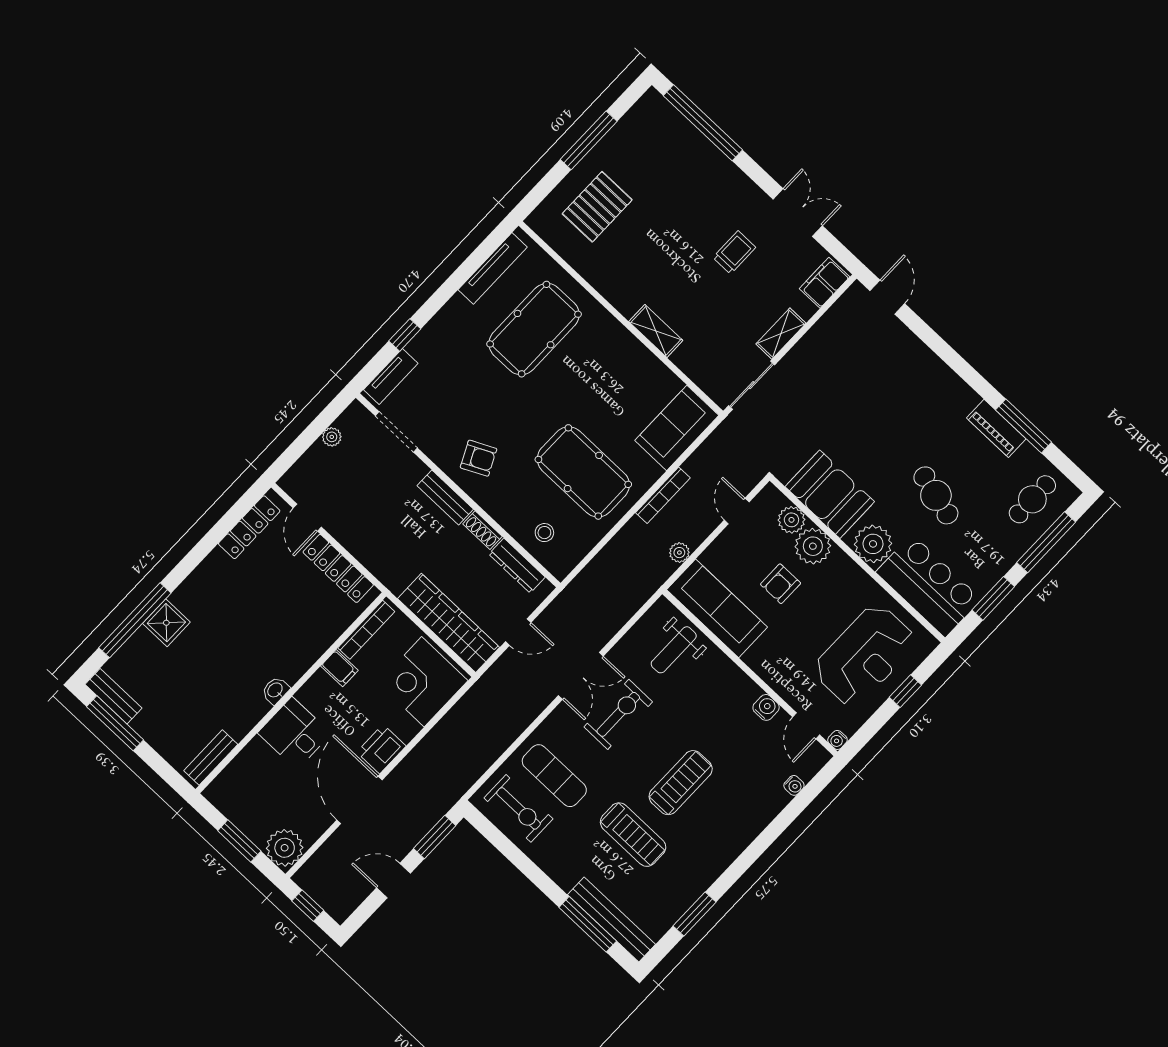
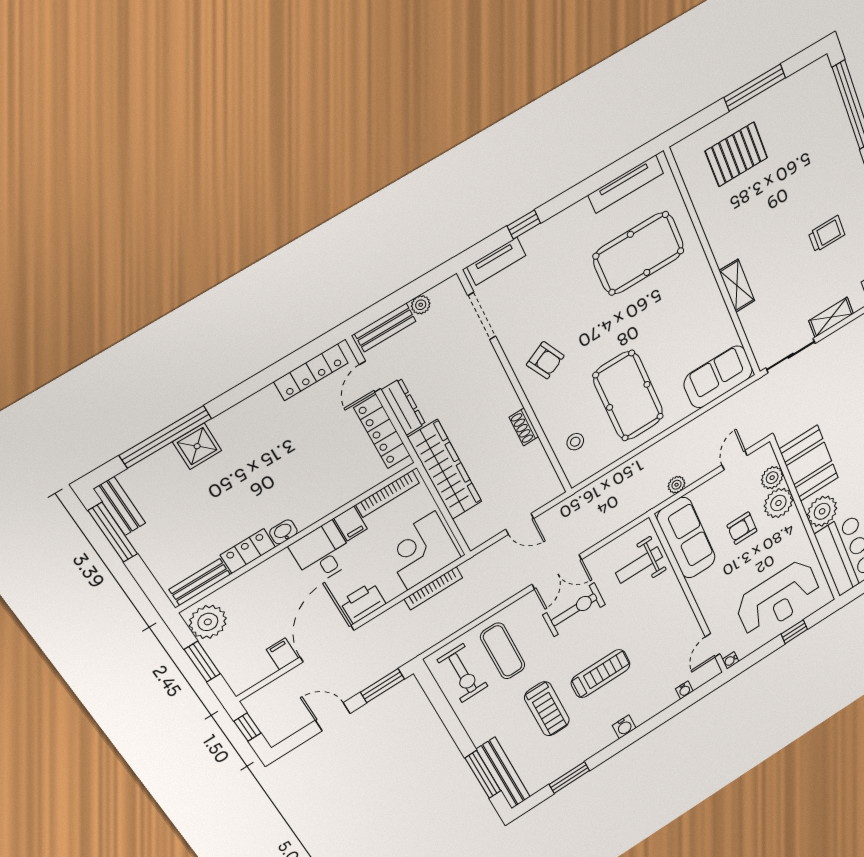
bookcase: (663, 495) -> (433, 588), moved
bench: (445, 497) -> (385, 327), moved, turned 90
dresser: (517, 566) -> (403, 407), moved, turned 180
wardrobe: (448, 623) -> (445, 470), moved
water cooler: (766, 707) -> (624, 727), moved, turned 90
locker: (247, 717) -> (248, 551), added
desk: (294, 733) -> (322, 553), moved
filing cabinet: (317, 819) -> (282, 654), added
plant: (285, 848) -> (208, 622), moved

